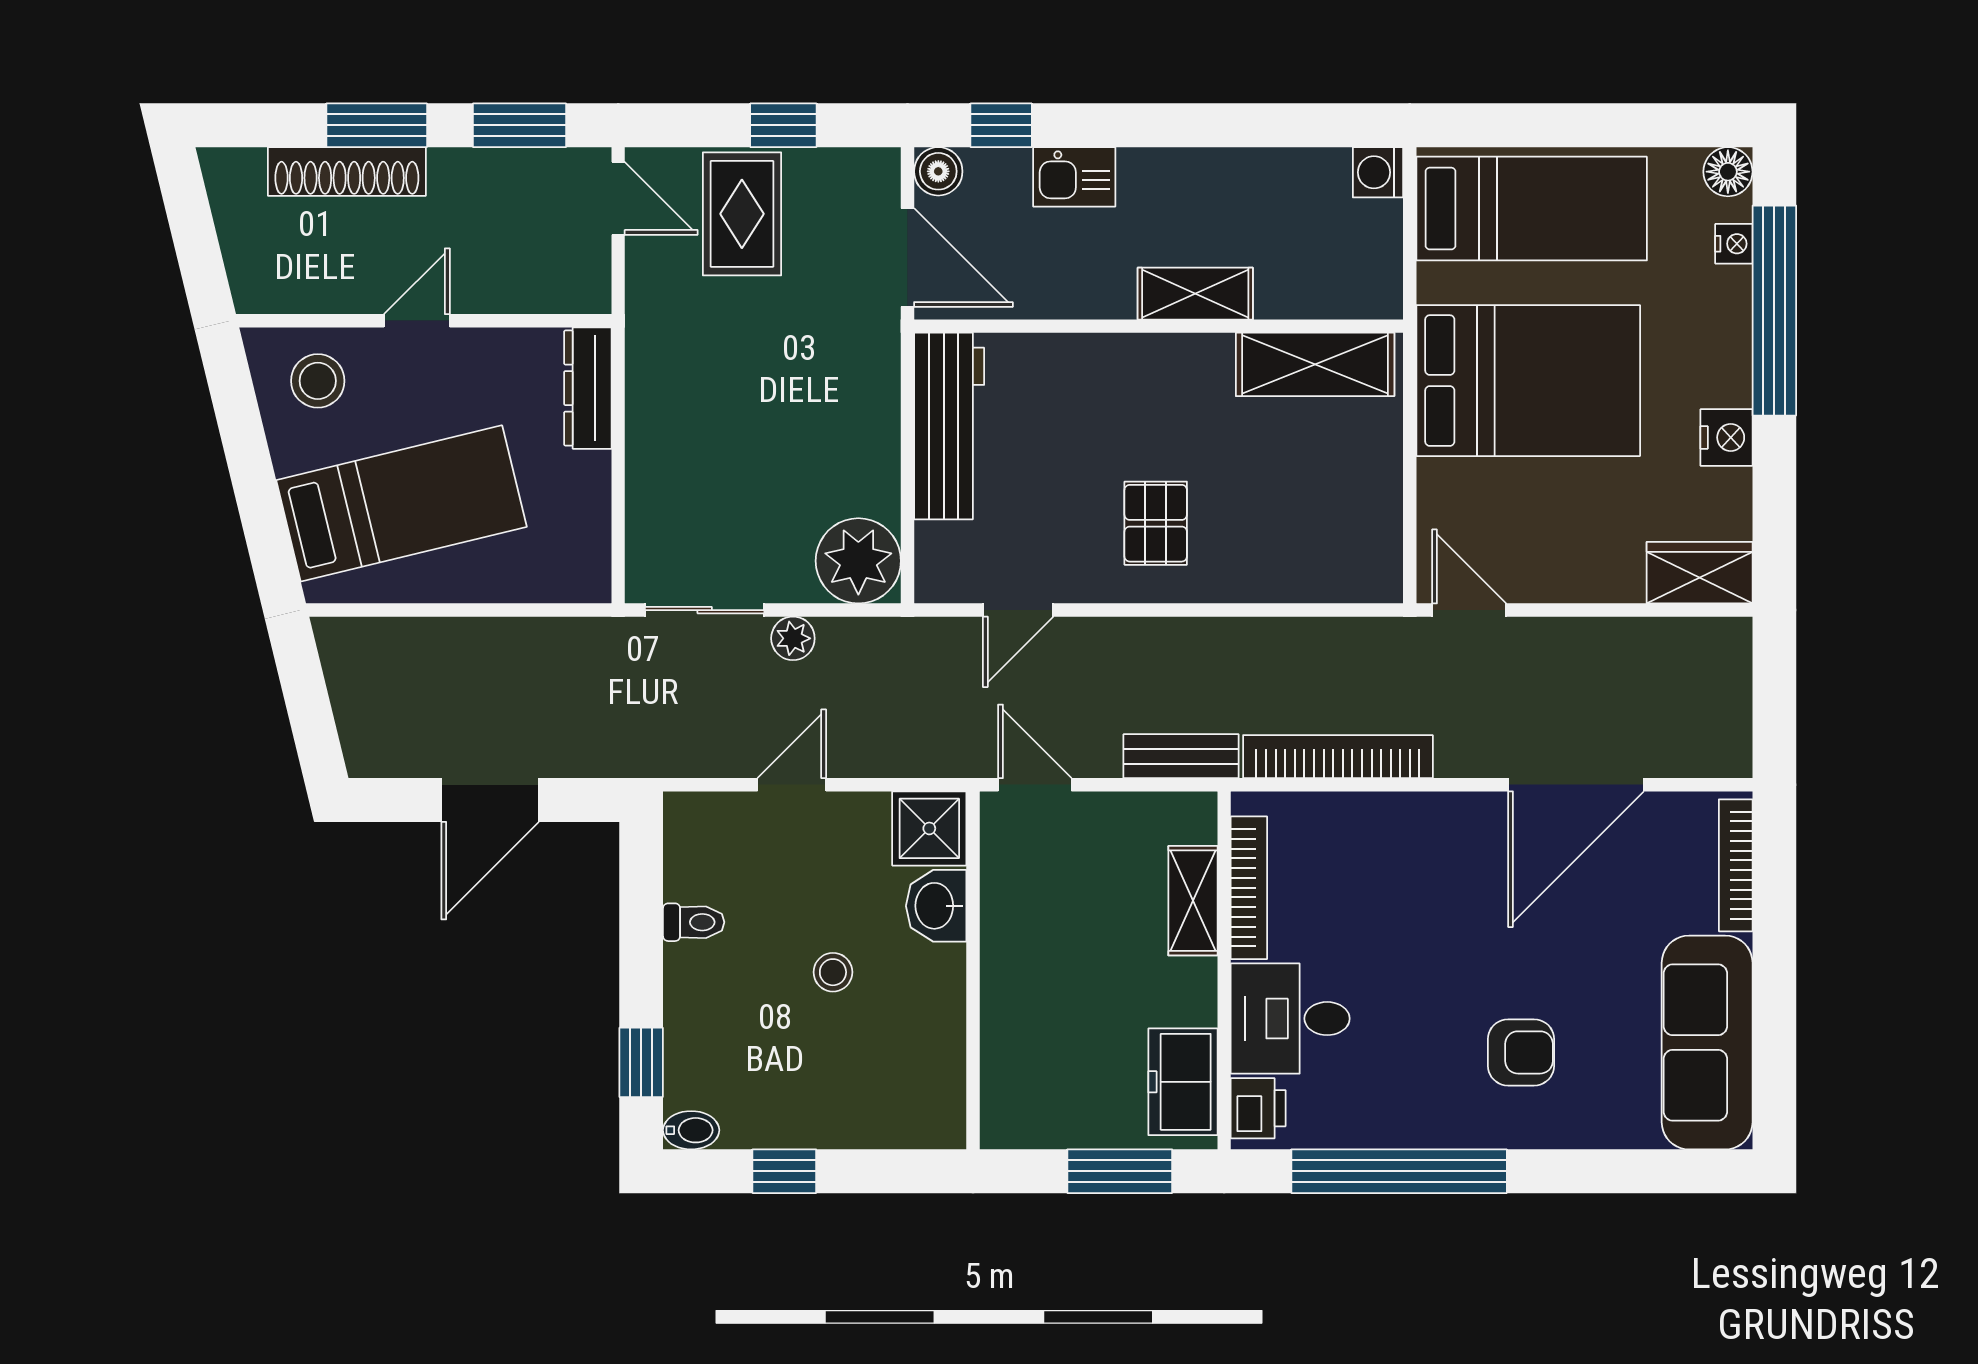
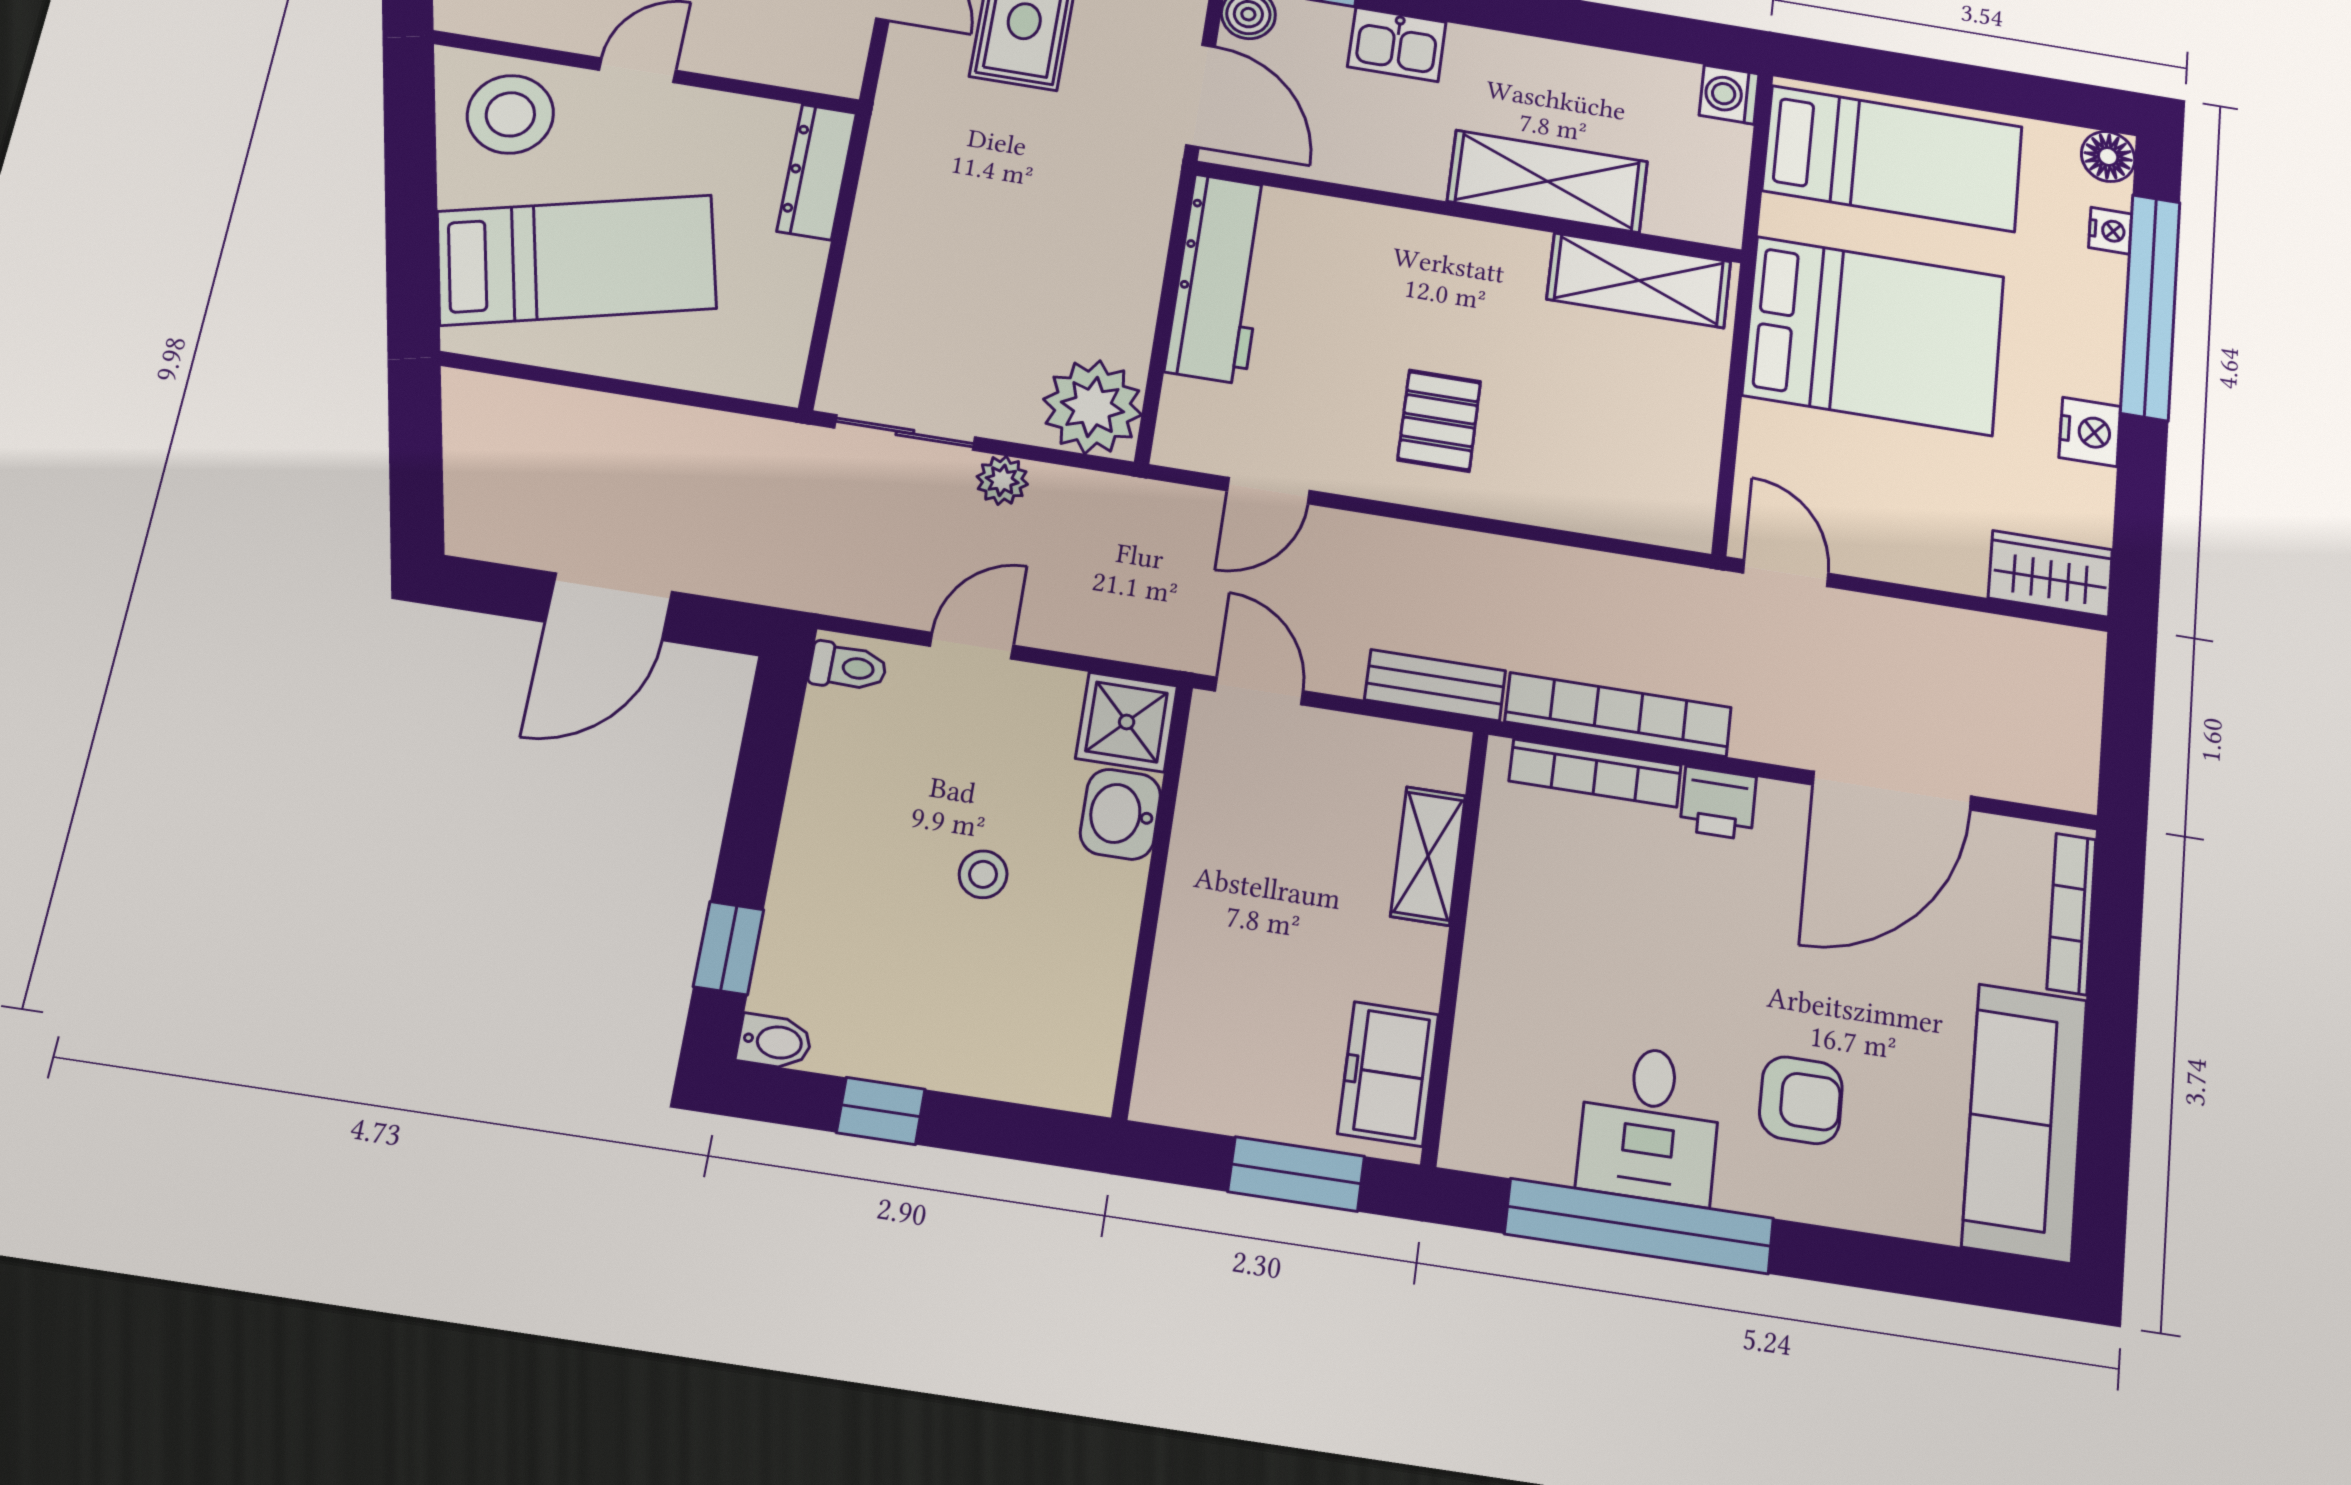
shelving: (1195, 294) -> (1548, 181), width x1.50, depth x1.33
stool: (318, 381) -> (510, 114), width x1.38, depth x1.38
bookcase: (1249, 888) -> (1595, 773), moved, turned 90
toilet: (694, 922) -> (848, 667), moved
desk: (1290, 1019) -> (1650, 1124), moved, turned -90
printer: (1258, 1108) -> (1718, 803), moved, turned 90

